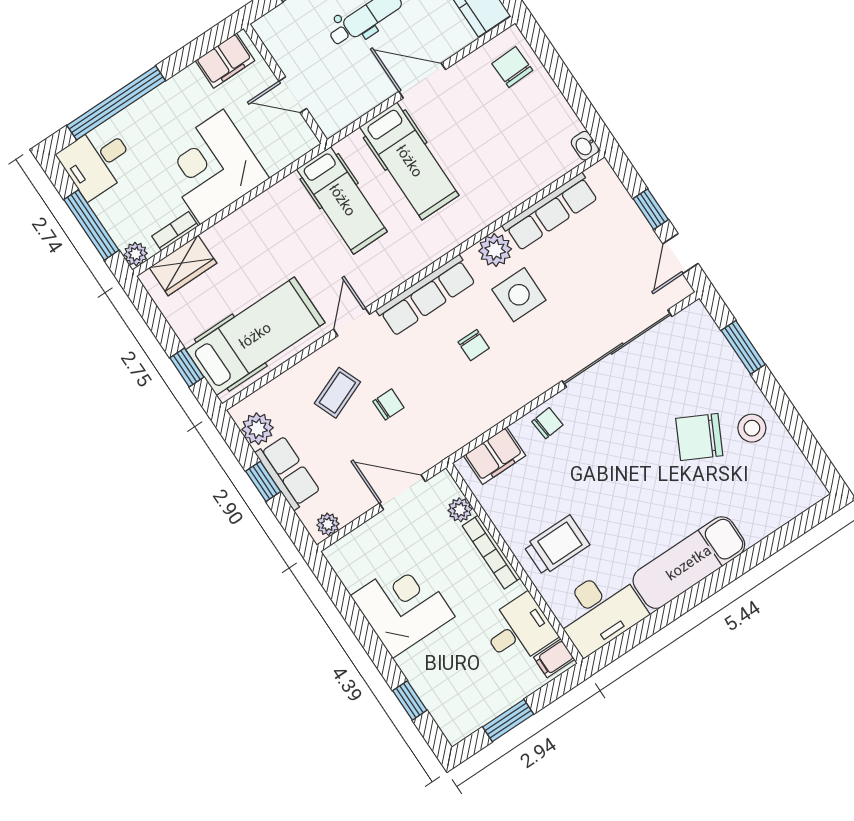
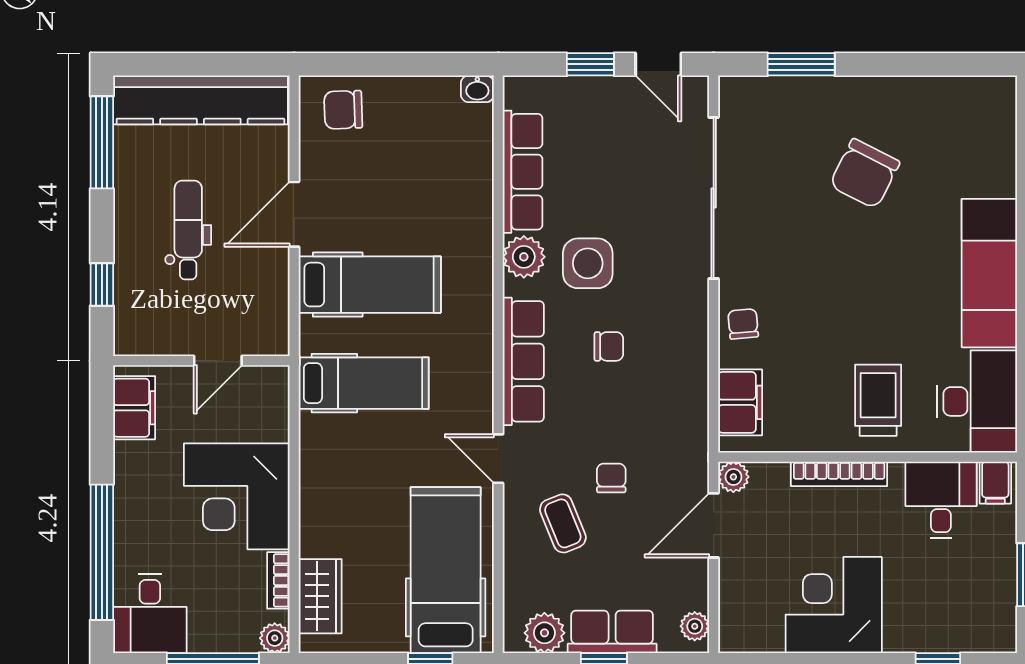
stool: (752, 428) -> (892, 112), removed
plant: (460, 510) -> (733, 477), moved

